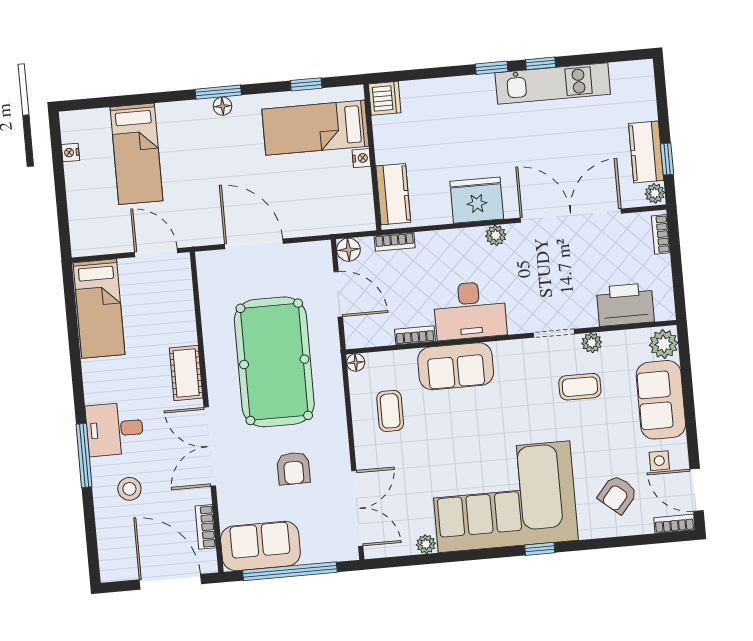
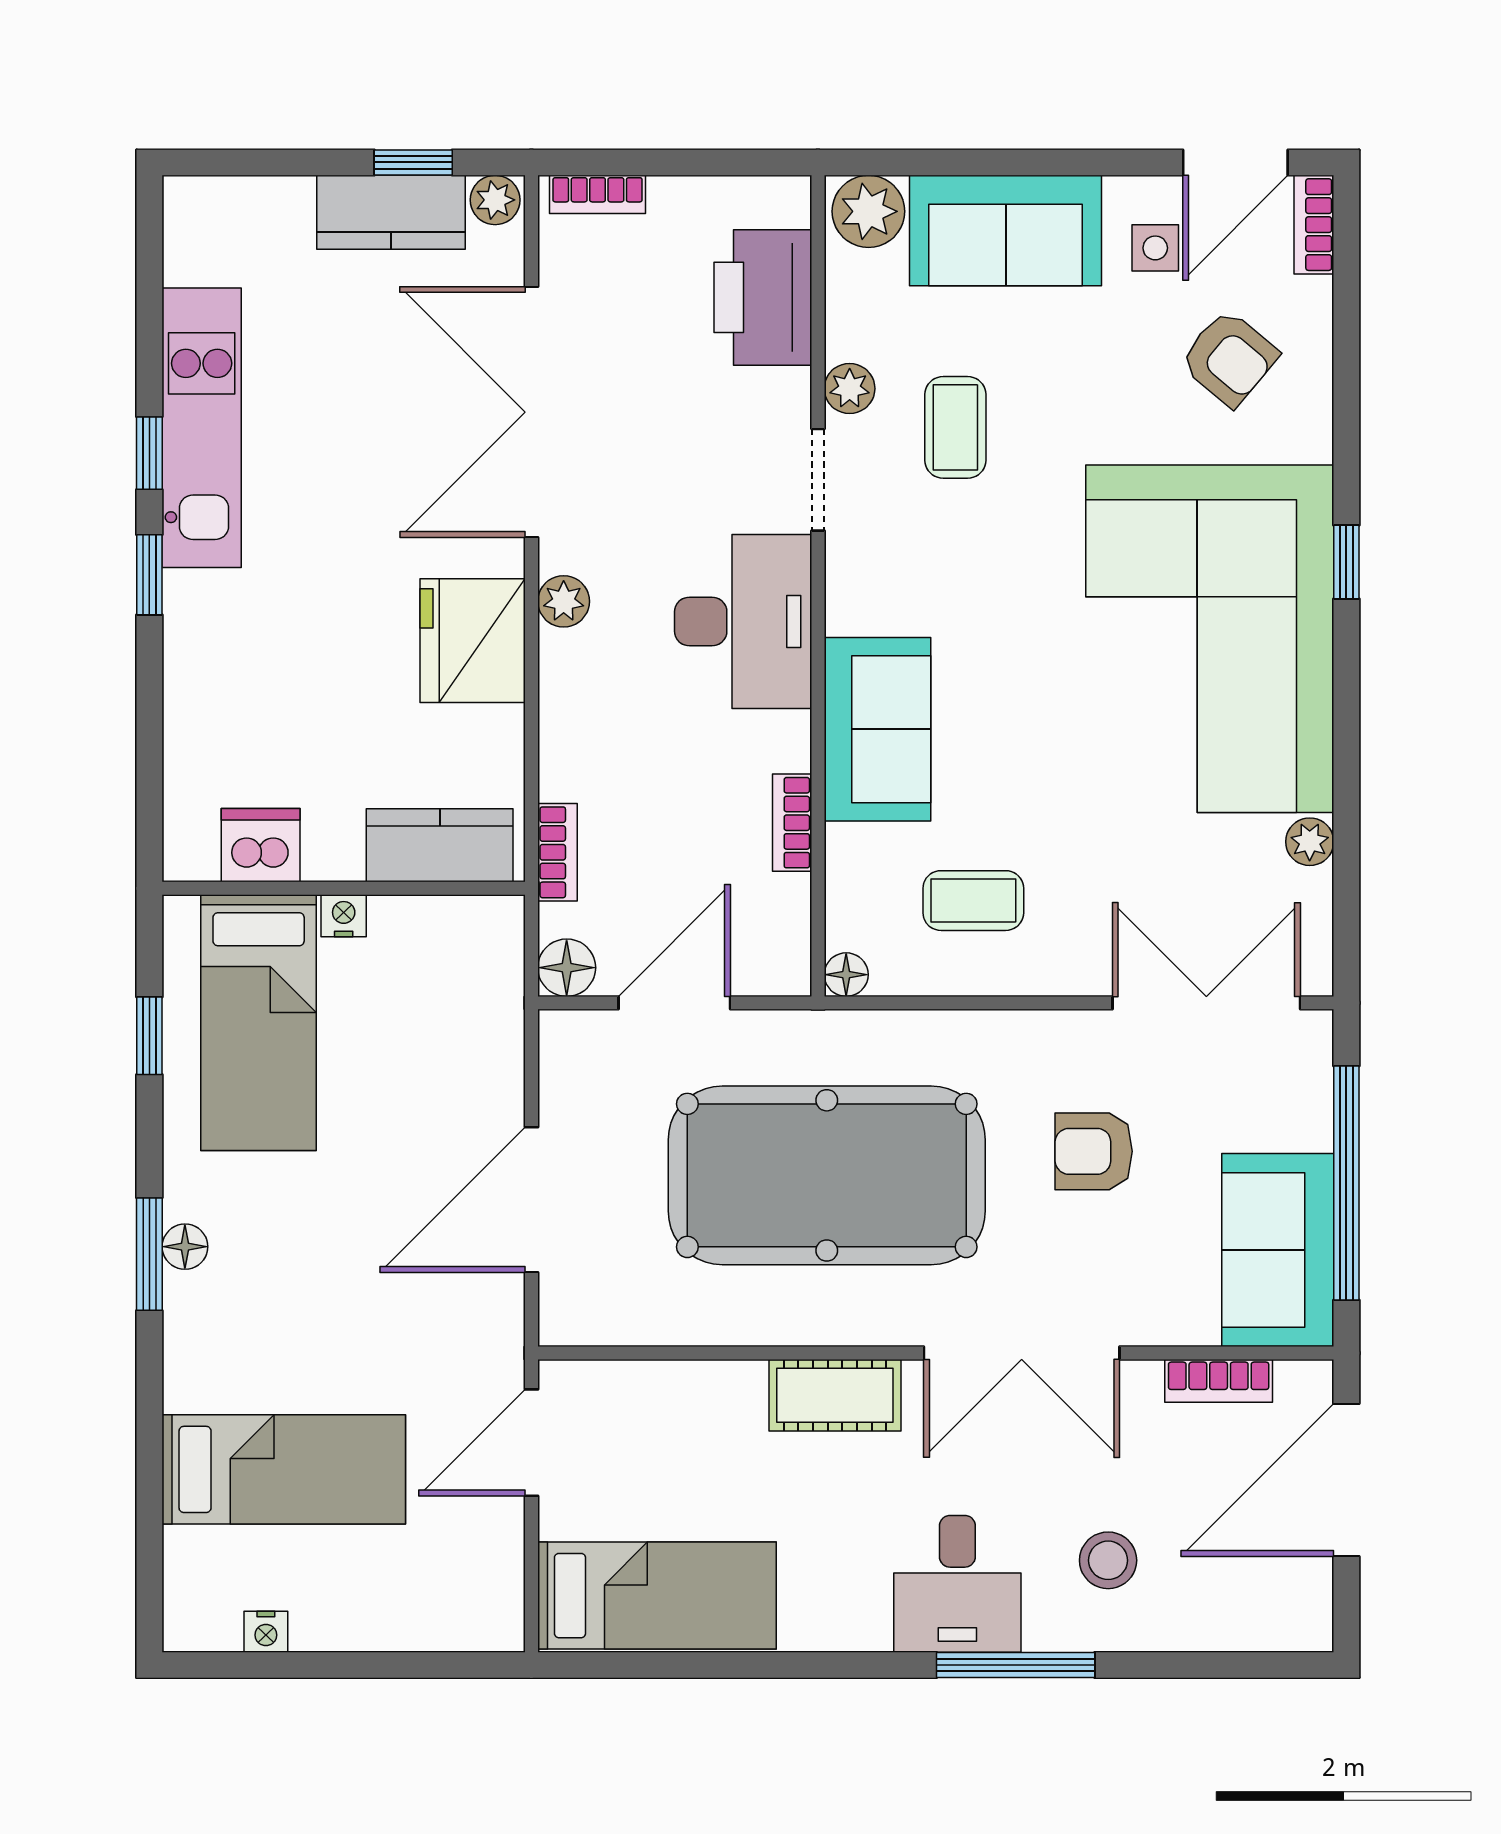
dishwasher: (385, 98) -> (261, 845), moved
desk: (470, 310) -> (743, 621), moved
armchair: (294, 468) -> (1094, 1151), turned 180

